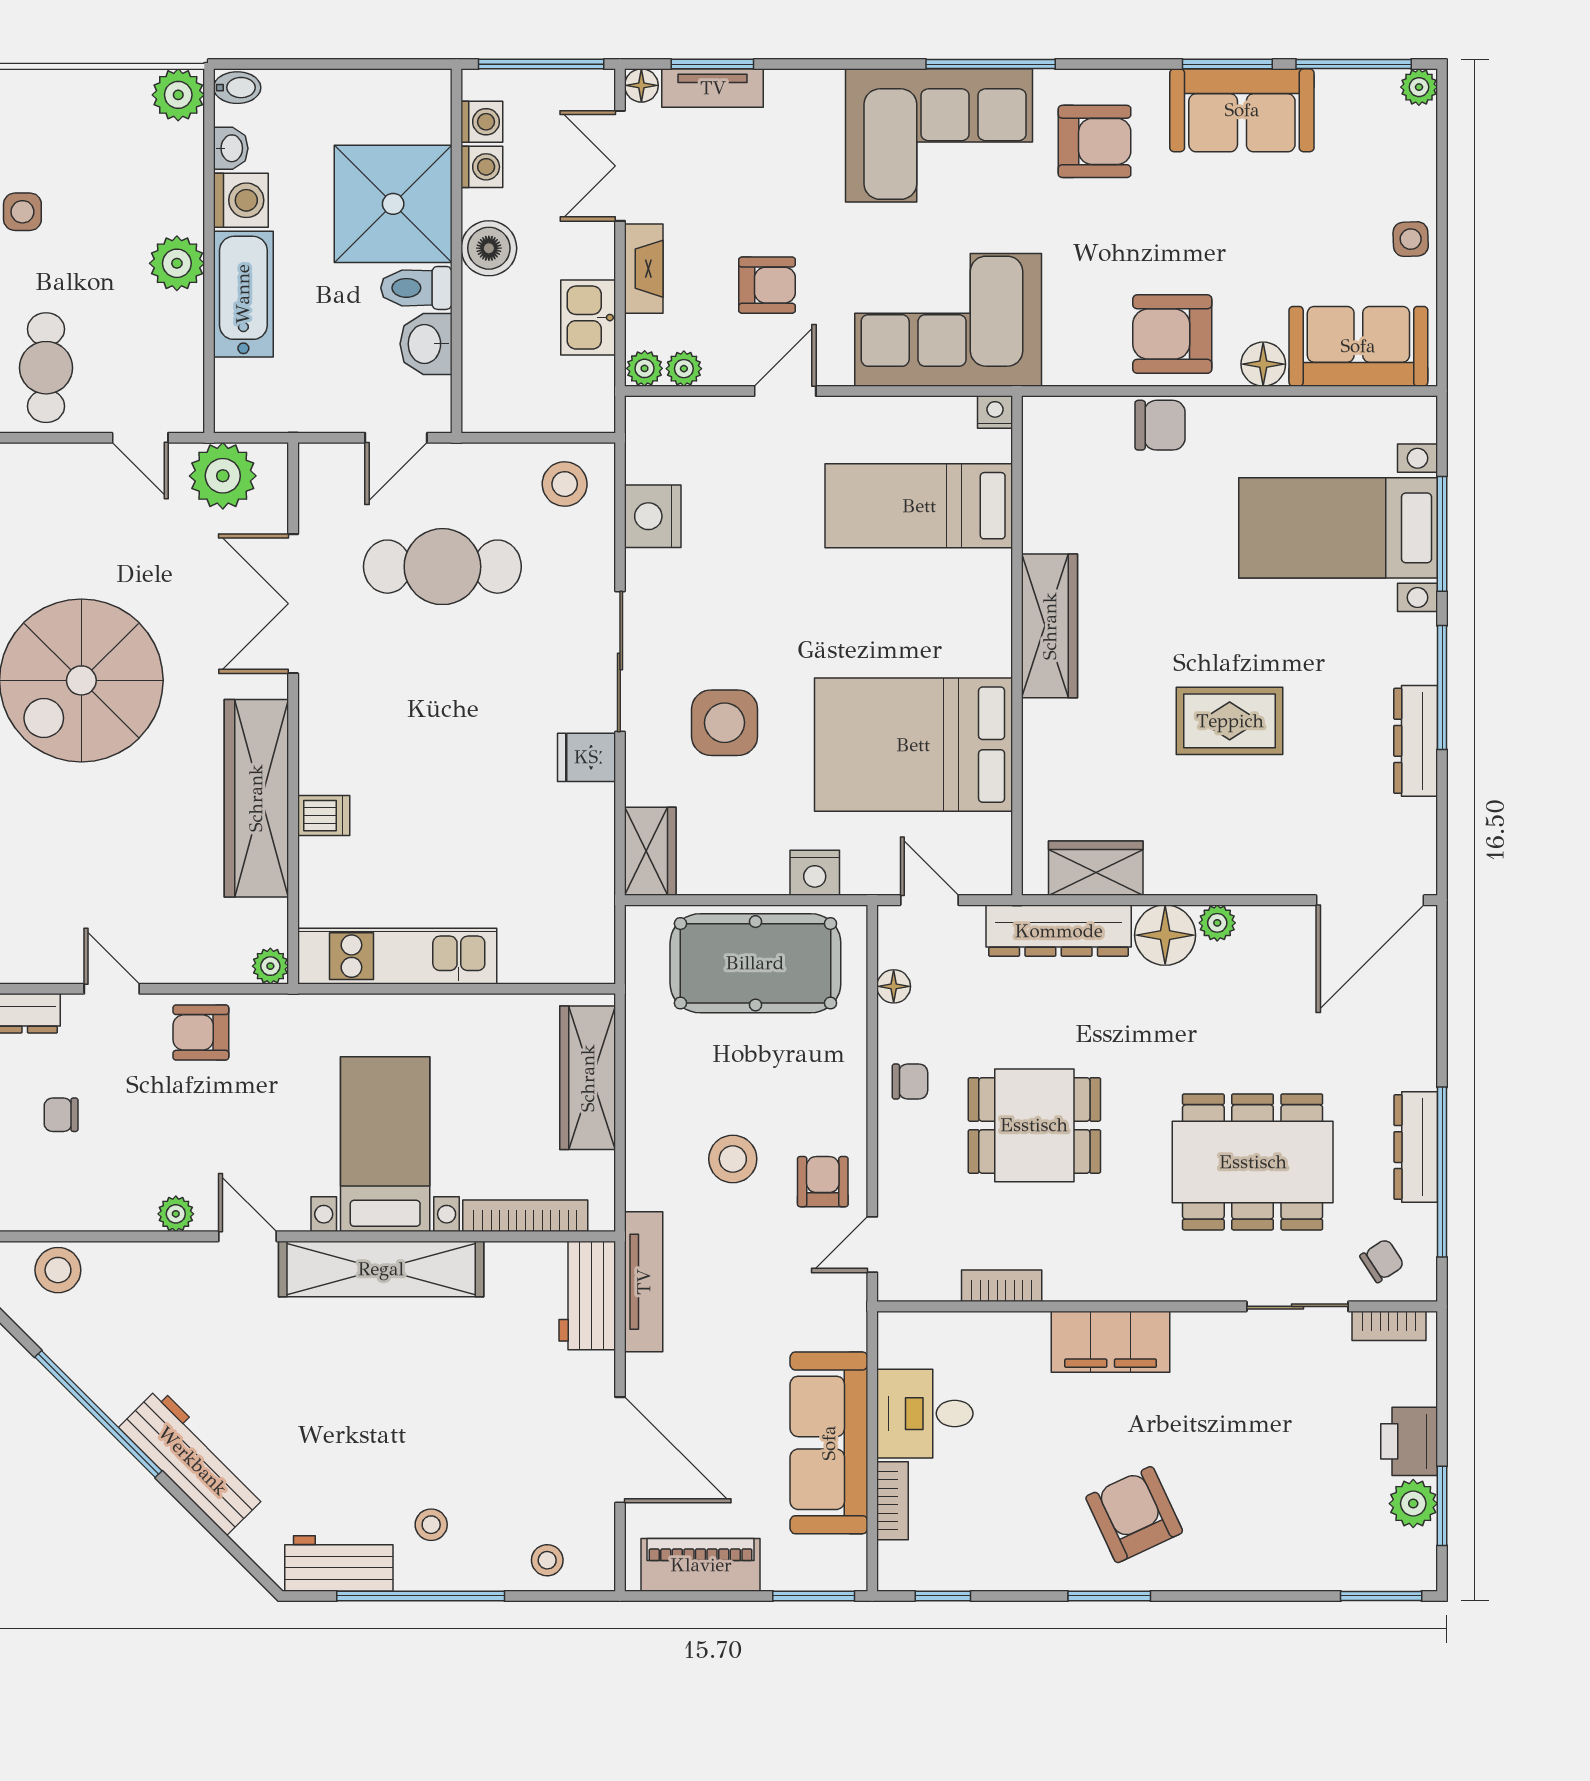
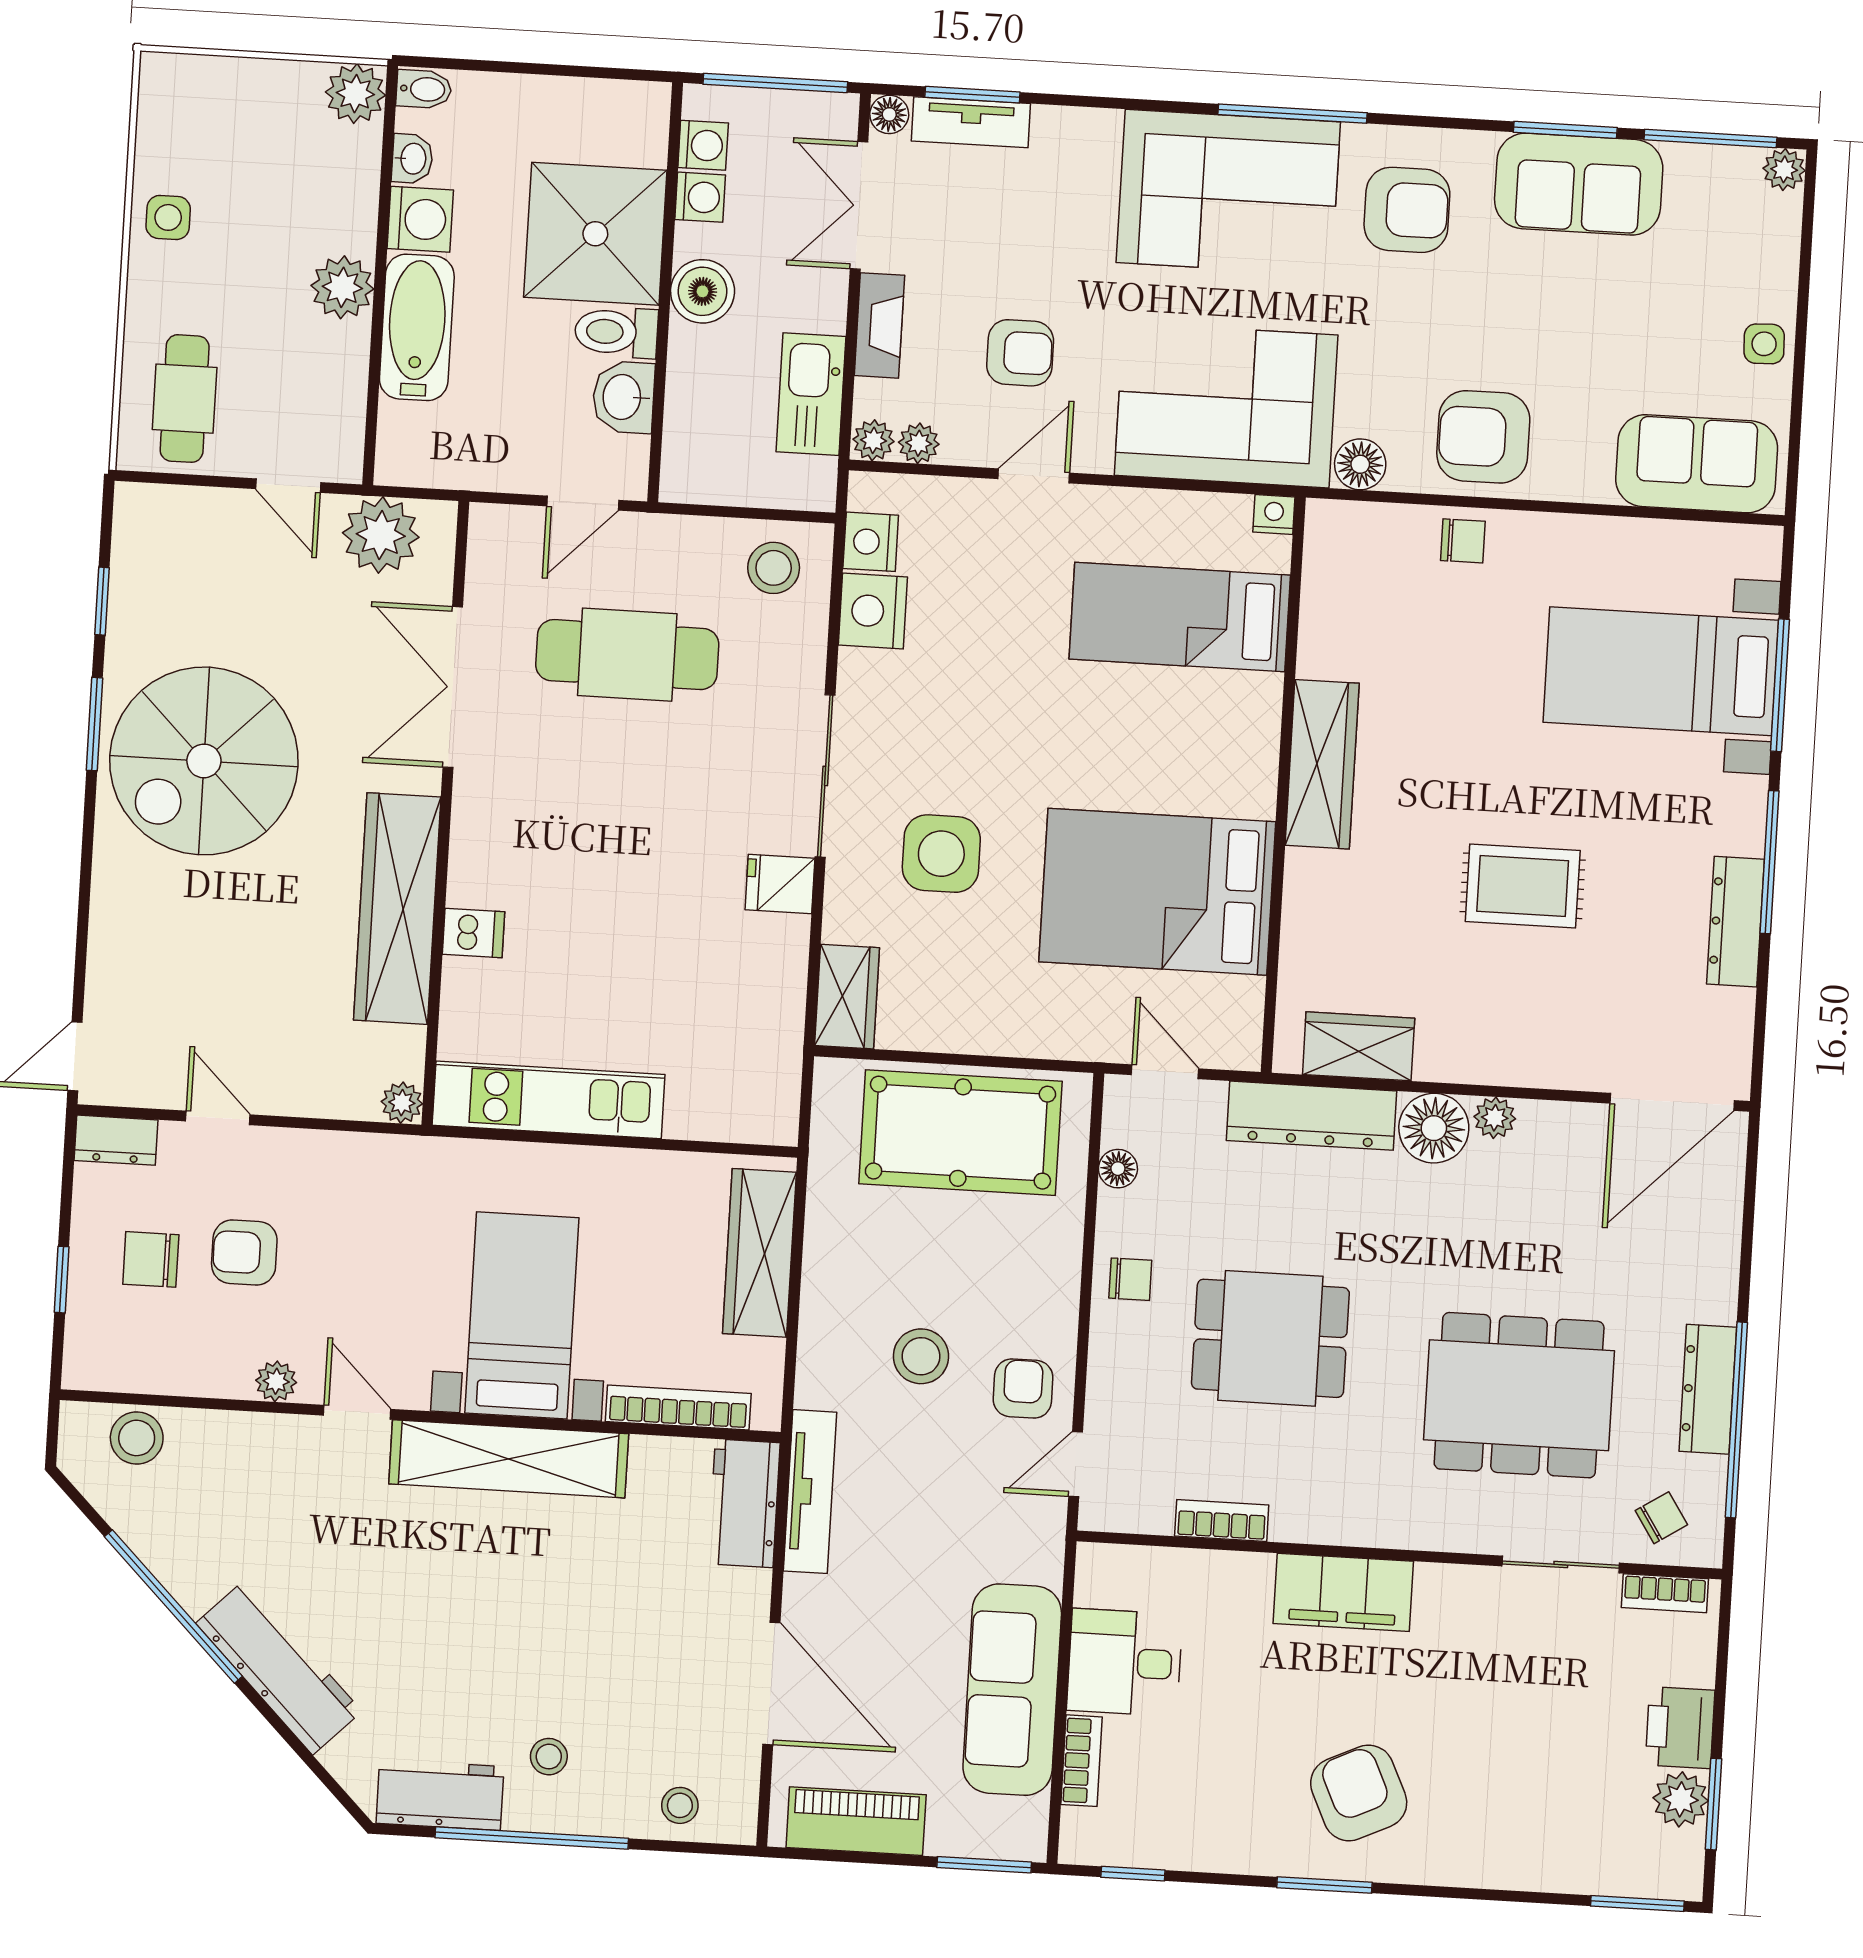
kitchen sink: (588, 318) -> (811, 394), width x1.38
floor lamp: (1263, 364) -> (1360, 464), moved
chair: (1160, 425) -> (1463, 541), width x0.73, depth x0.73
nightstand: (815, 873) -> (871, 542), moved, turned 90
armchair: (201, 1032) -> (244, 1252), moved
chair: (61, 1115) -> (151, 1259), width x1.37, depth x1.37

